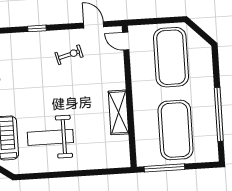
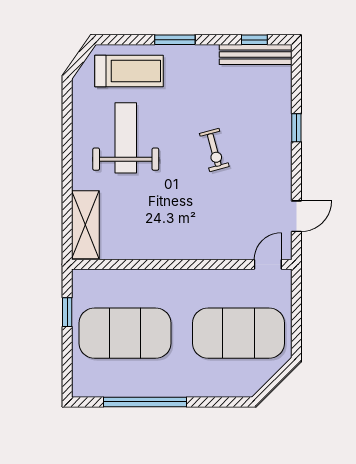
exercise bike: (69, 55) -> (214, 150), moved
shelving: (118, 112) -> (85, 225), moved, turned 90
window: (164, 168) -> (67, 312), width x0.46

